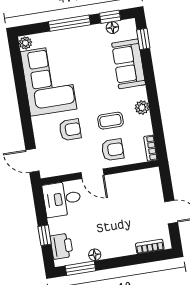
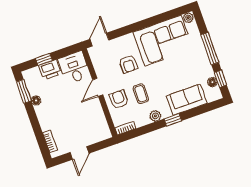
window: (143, 39) -> (173, 120), moved
armchair: (113, 150) -> (119, 99), turned 180
printer: (62, 246) -> (50, 70), moved

